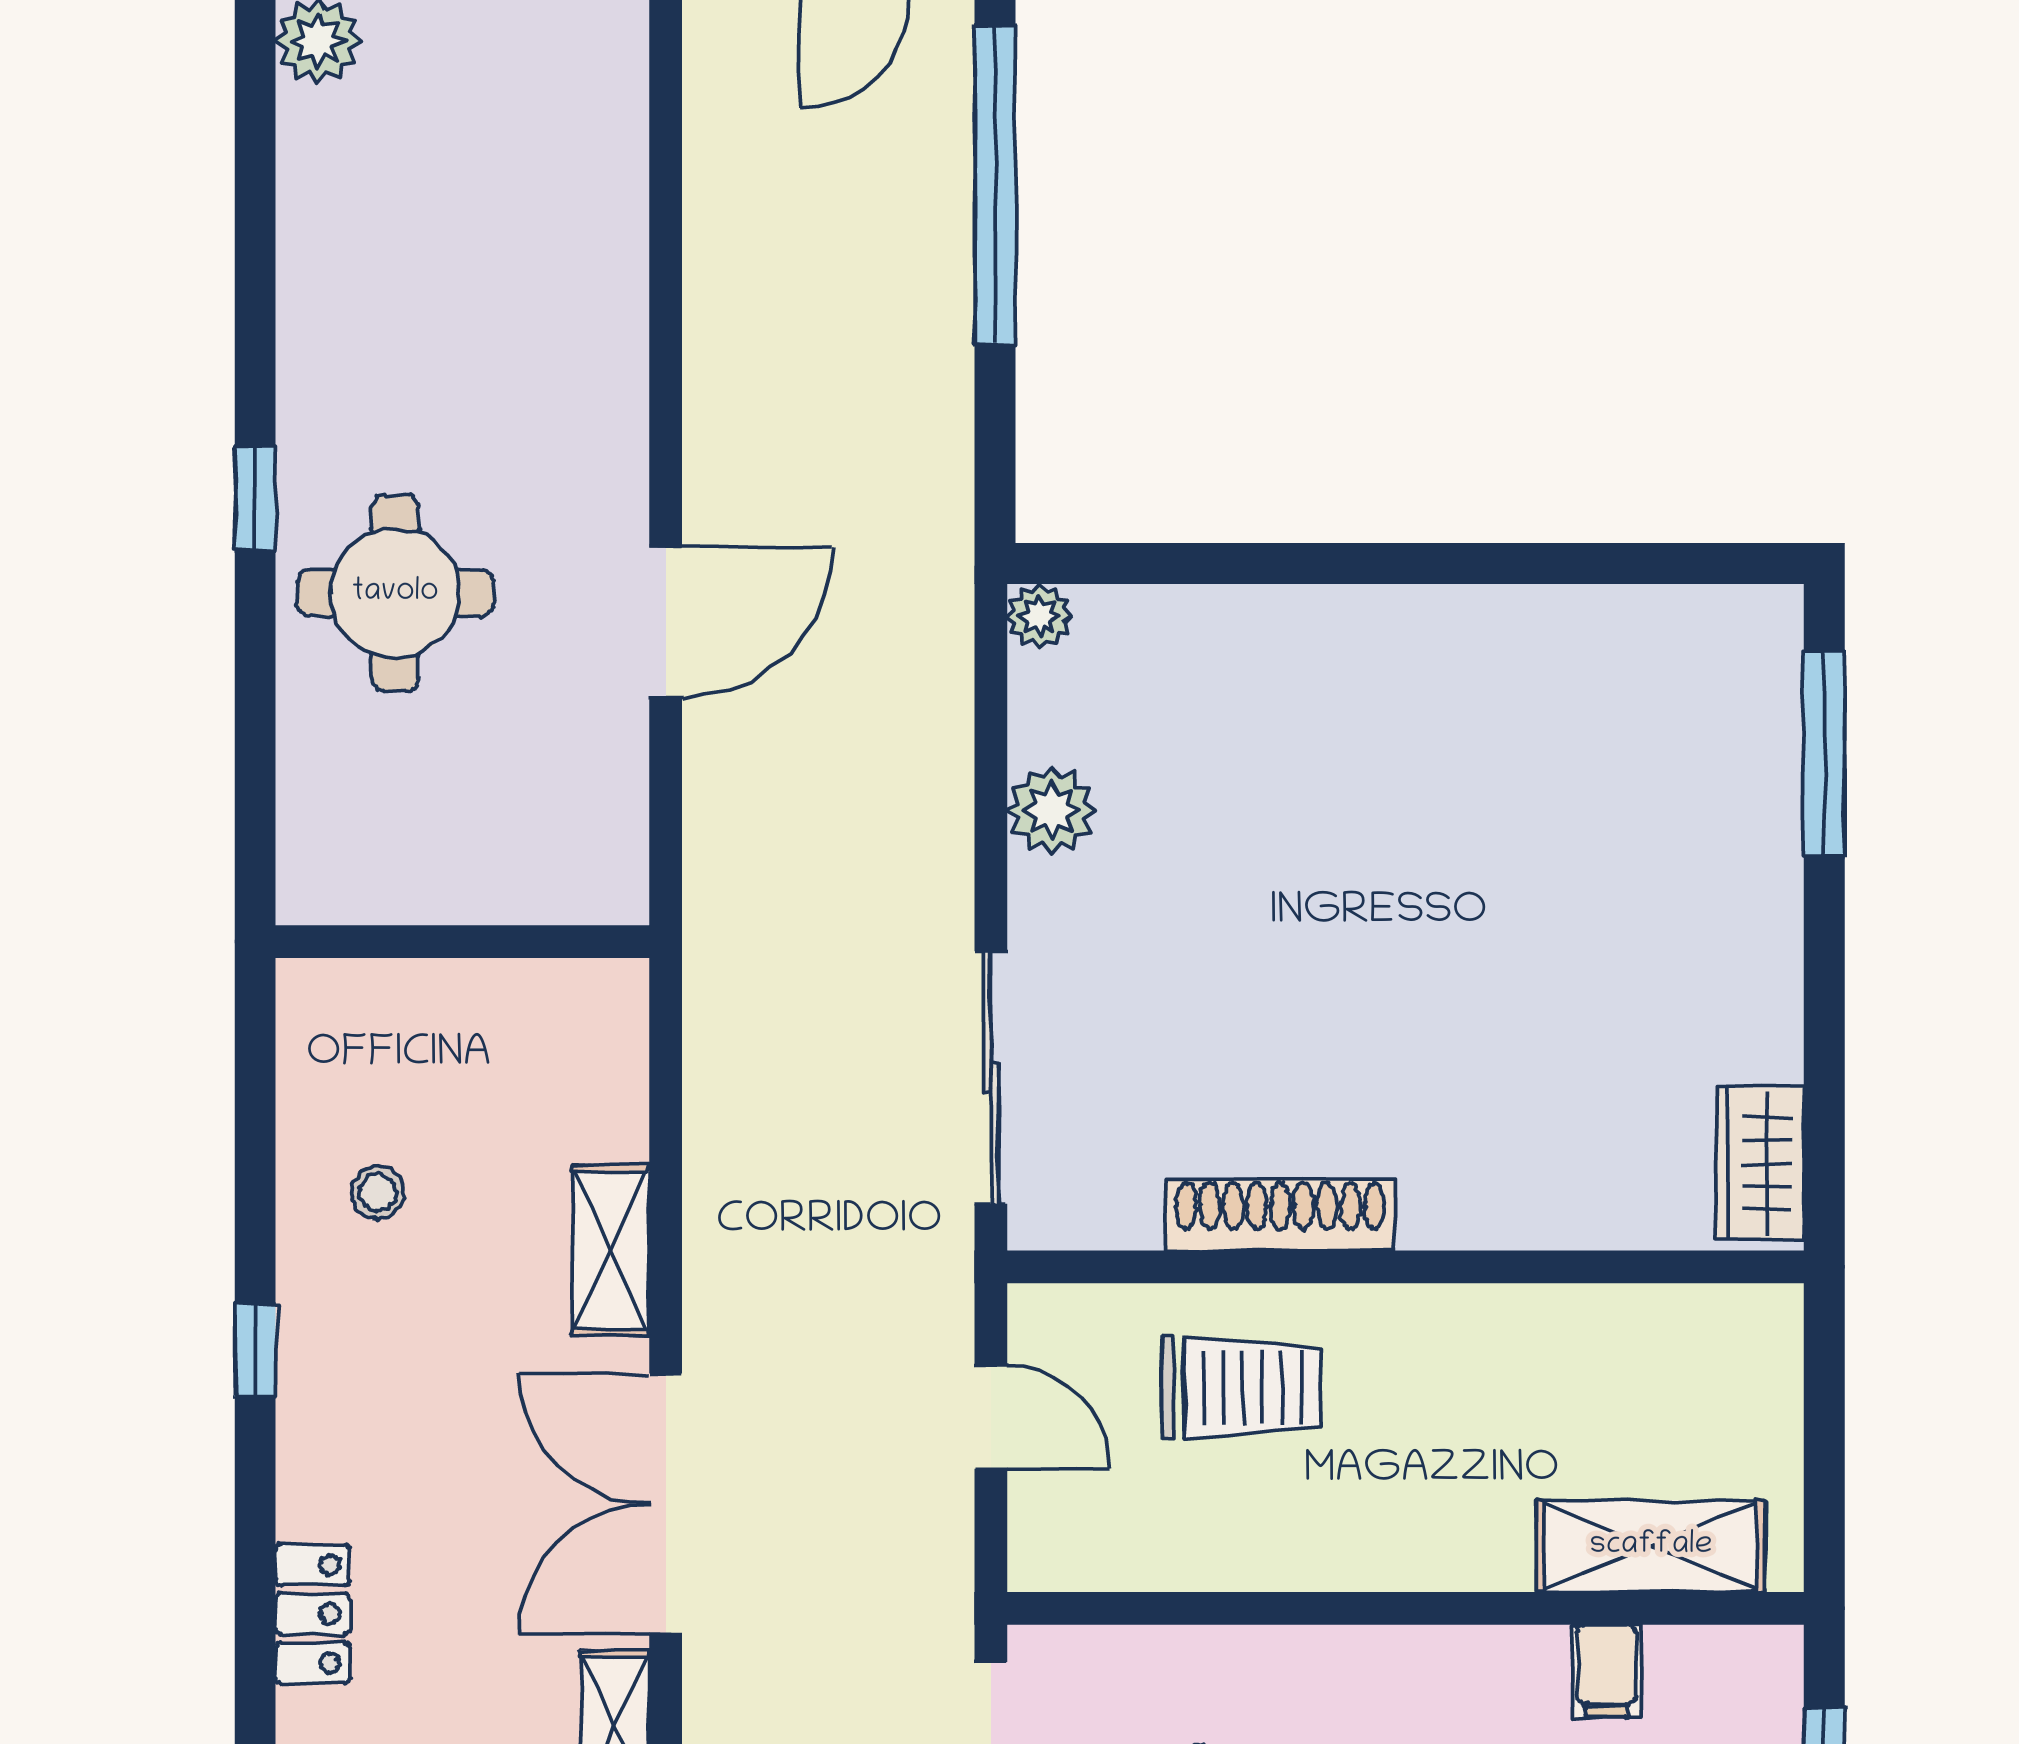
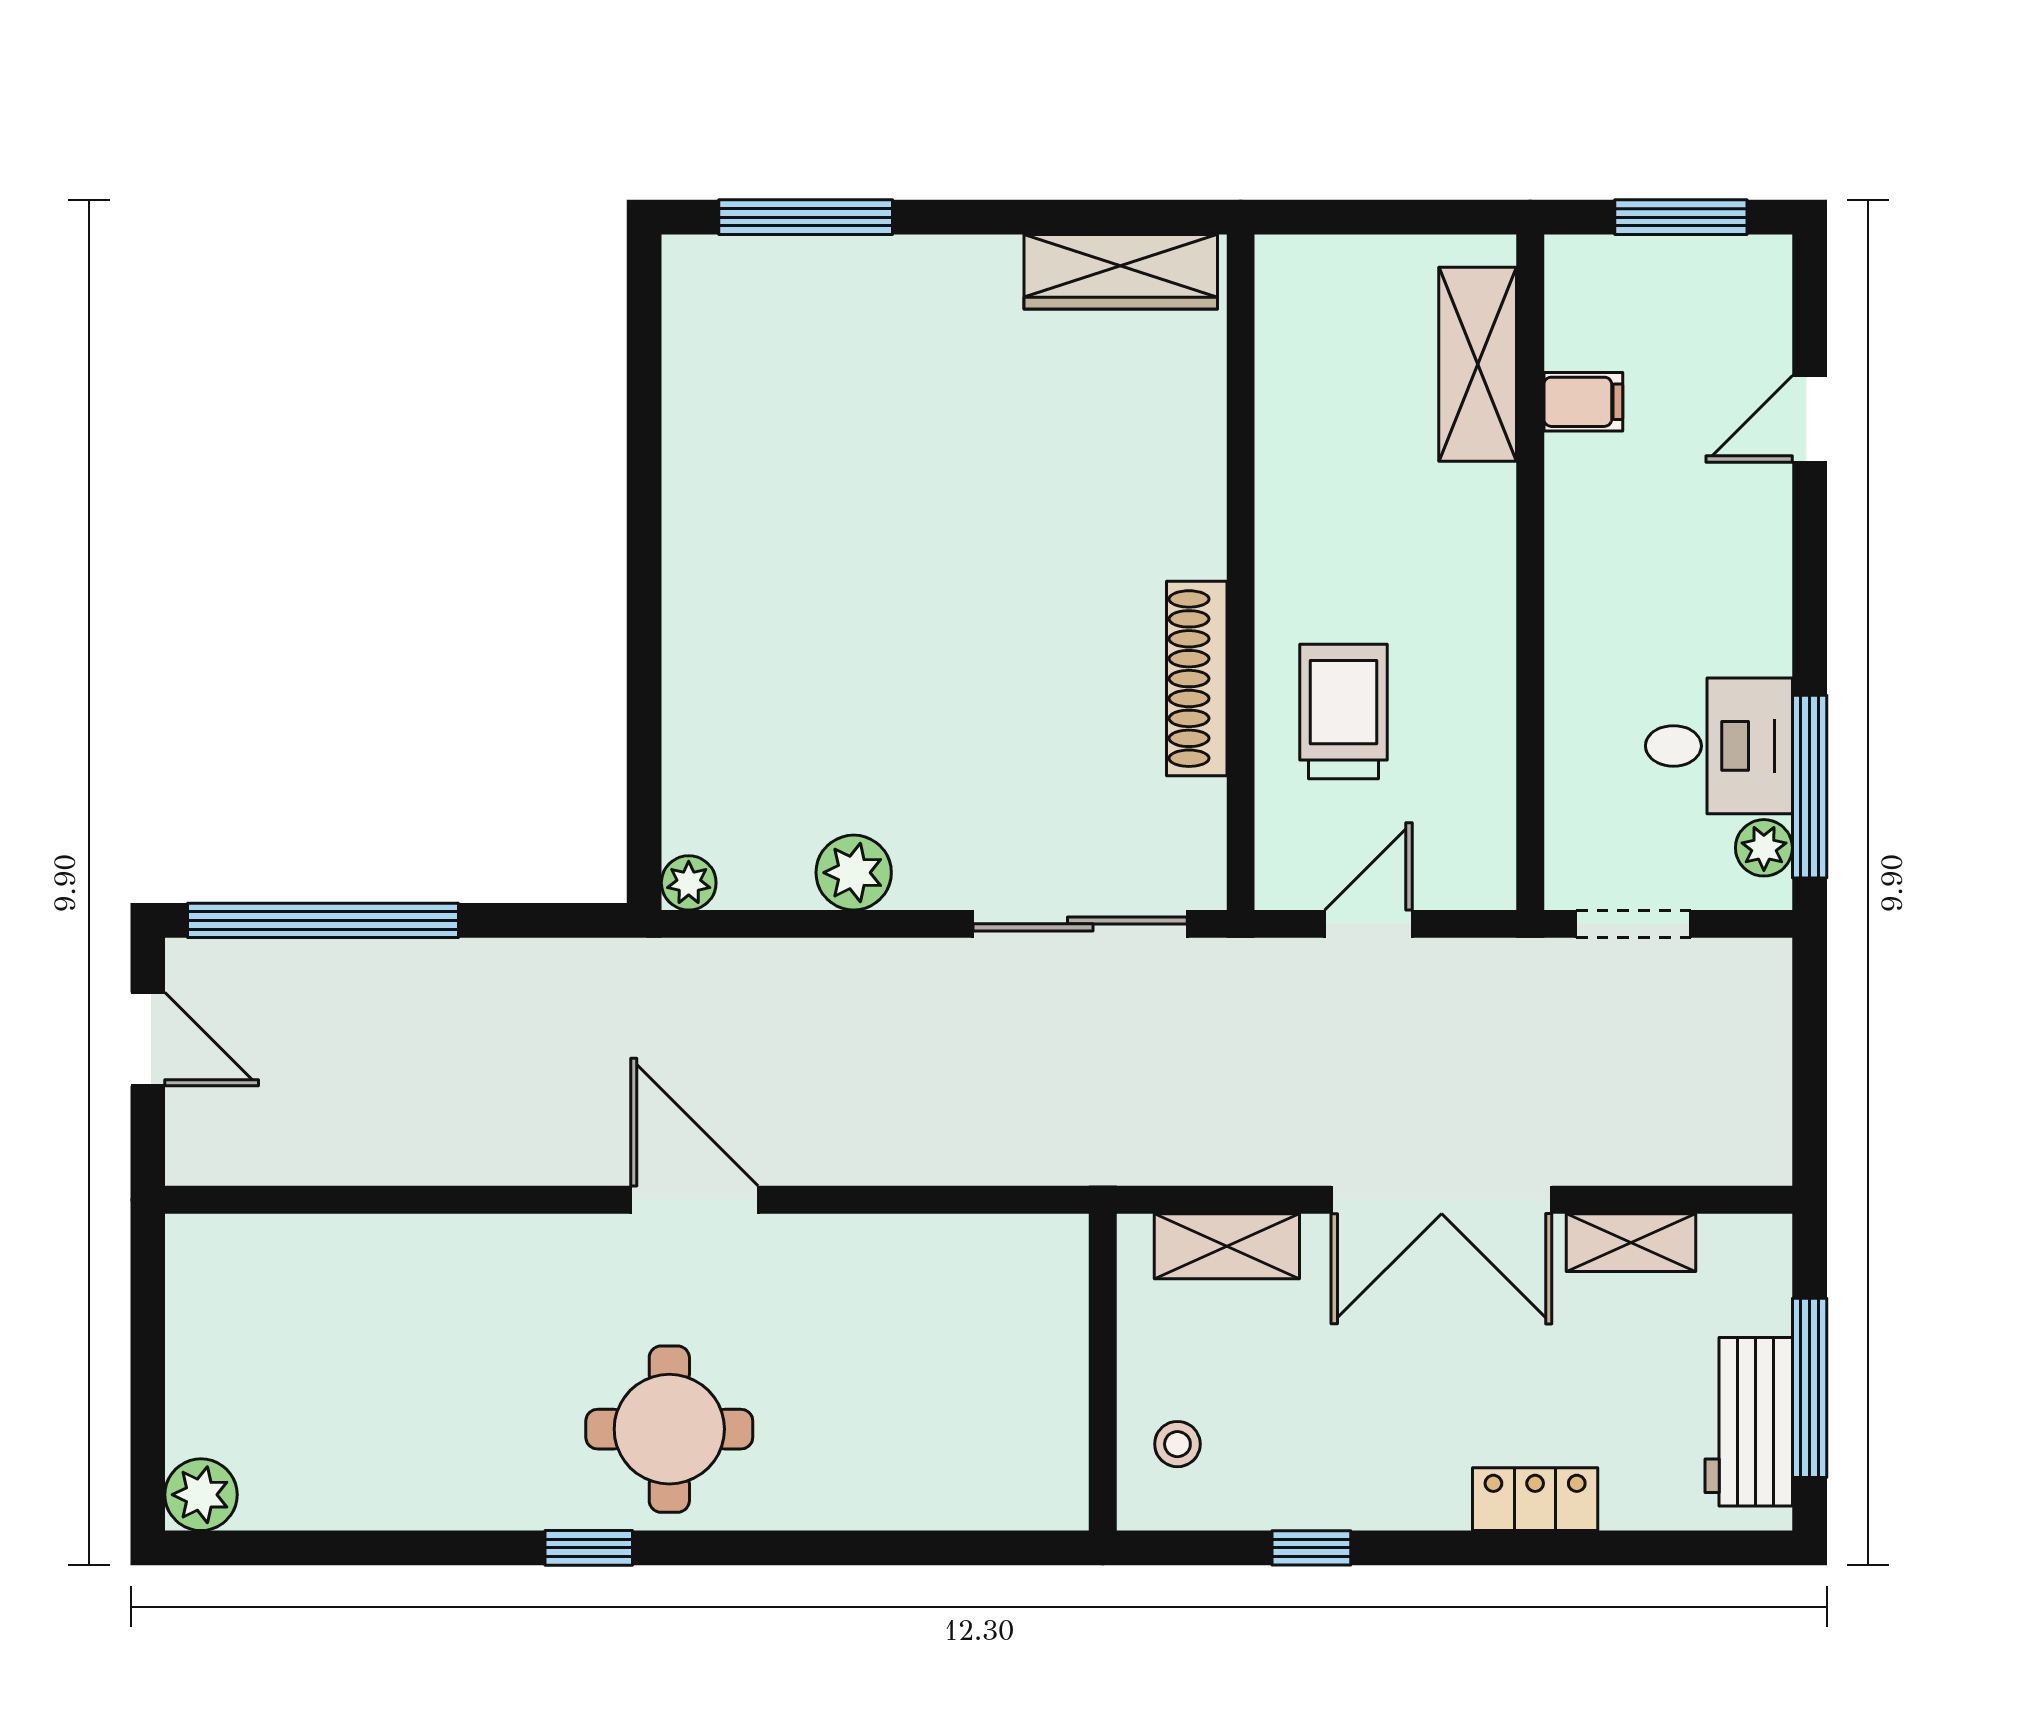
wall: (462, 942) -> (1103, 1372), moved
wardrobe: (1760, 1163) -> (1121, 272), width x1.50

